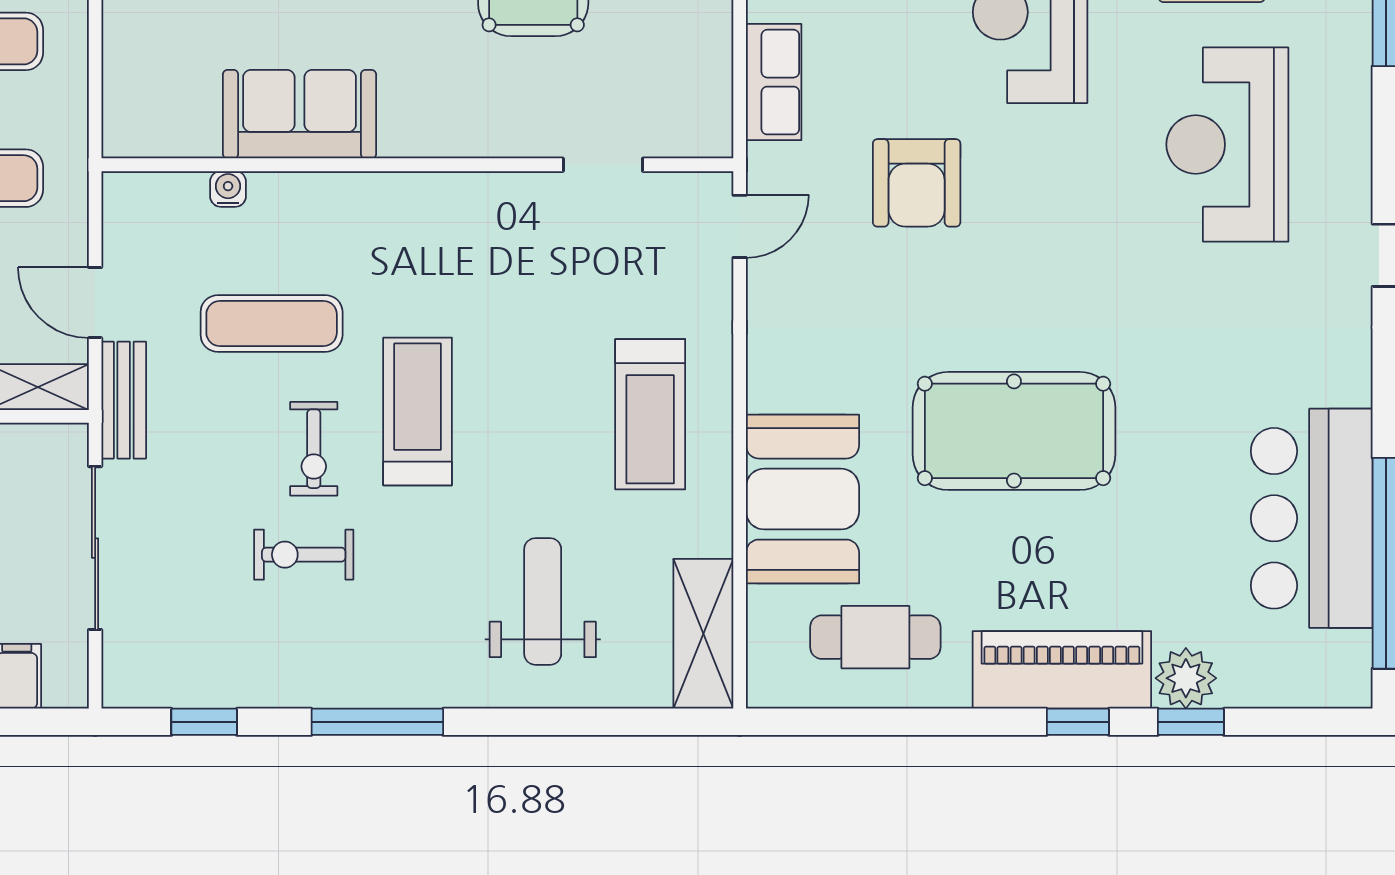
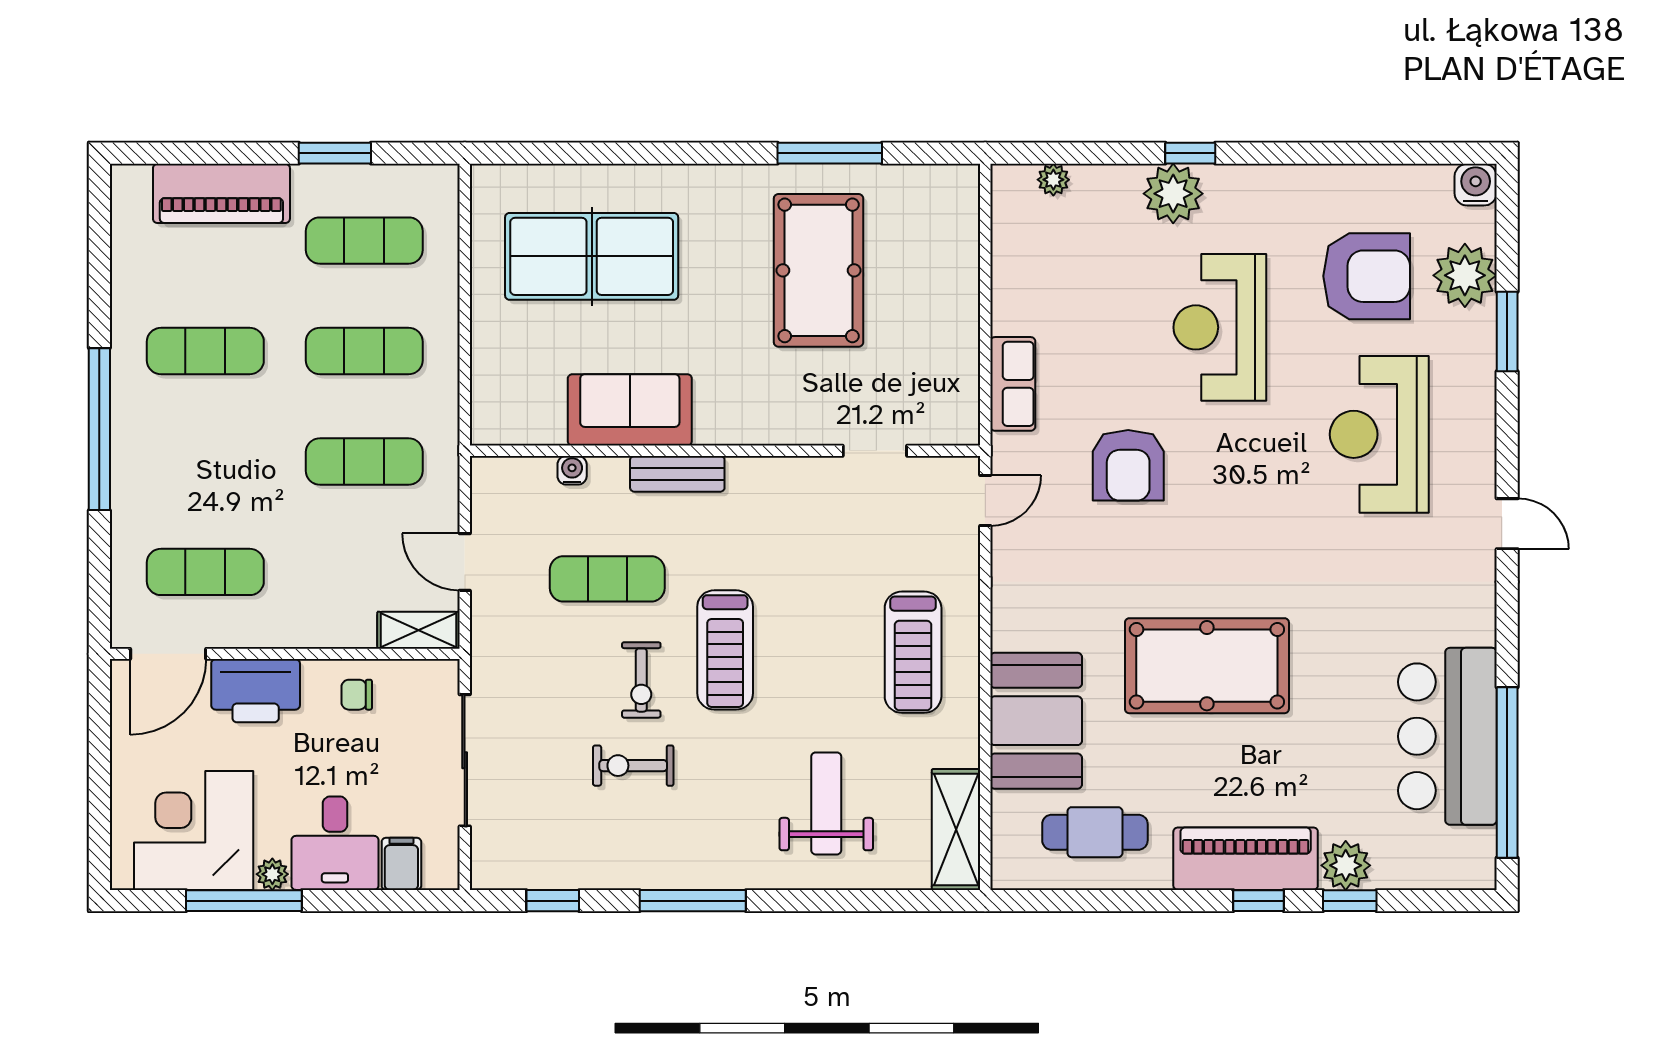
bench: (124, 400) -> (677, 474), moved, turned 90
treadmill: (418, 411) -> (725, 650), turned 180

